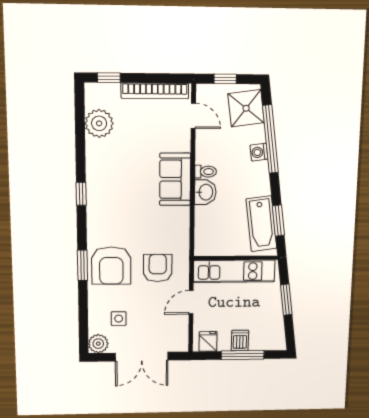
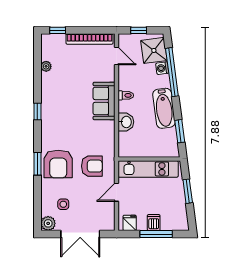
plant: (99, 123) -> (46, 66), width x0.53, depth x0.53
washing machine: (259, 152) -> (162, 68), moved
washbasin: (205, 192) -> (126, 122), moved
bathtub: (261, 224) -> (164, 108), moved
armchair: (158, 268) -> (92, 166), turned 90

